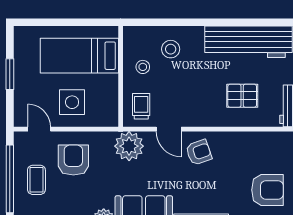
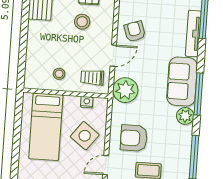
stool: (171, 49) -> (82, 22), moved
side table: (72, 102) -> (85, 136), turned 37
nightstand: (112, 102) -> (87, 102), added

